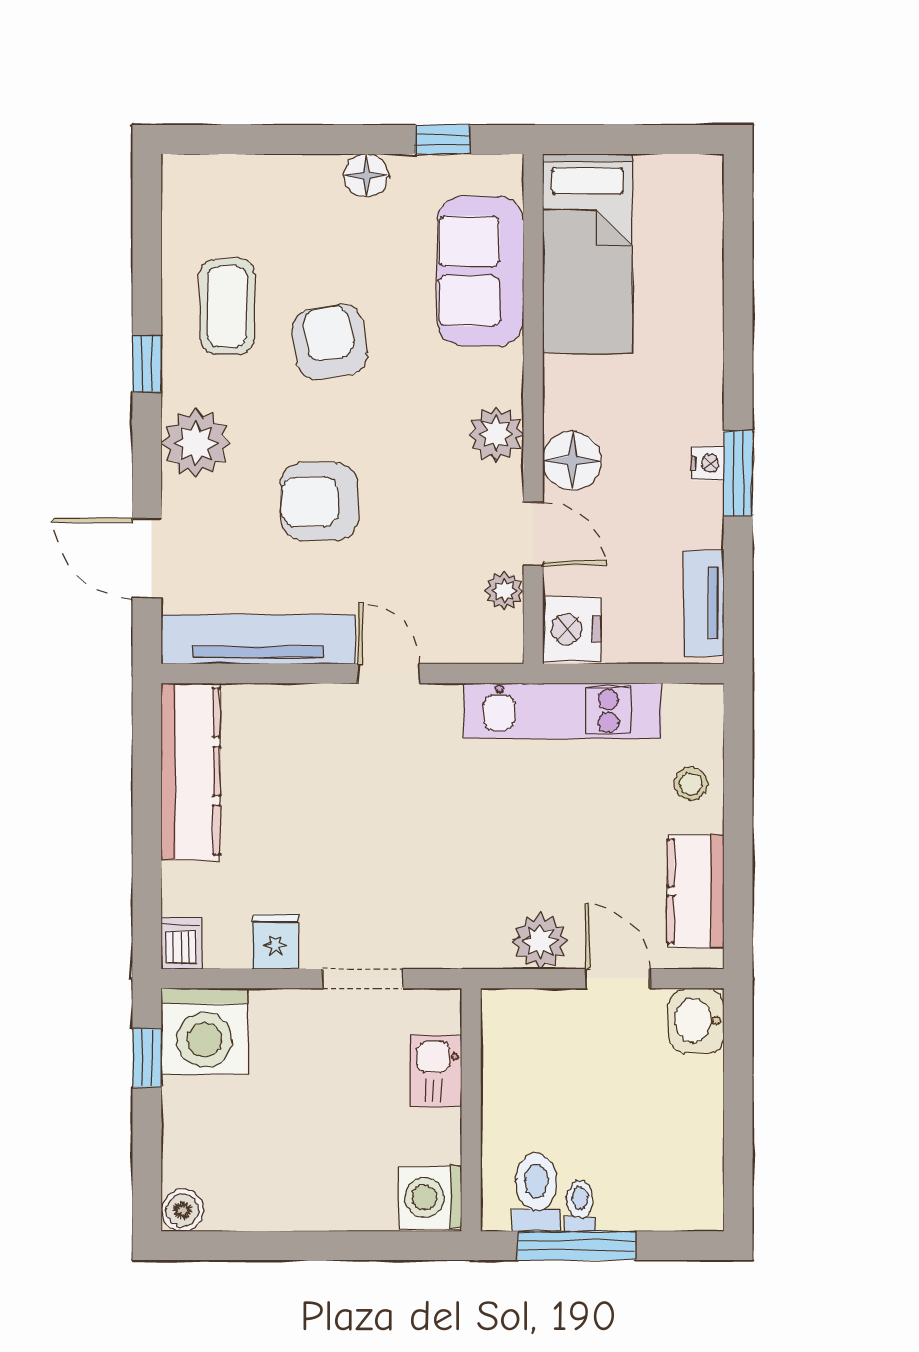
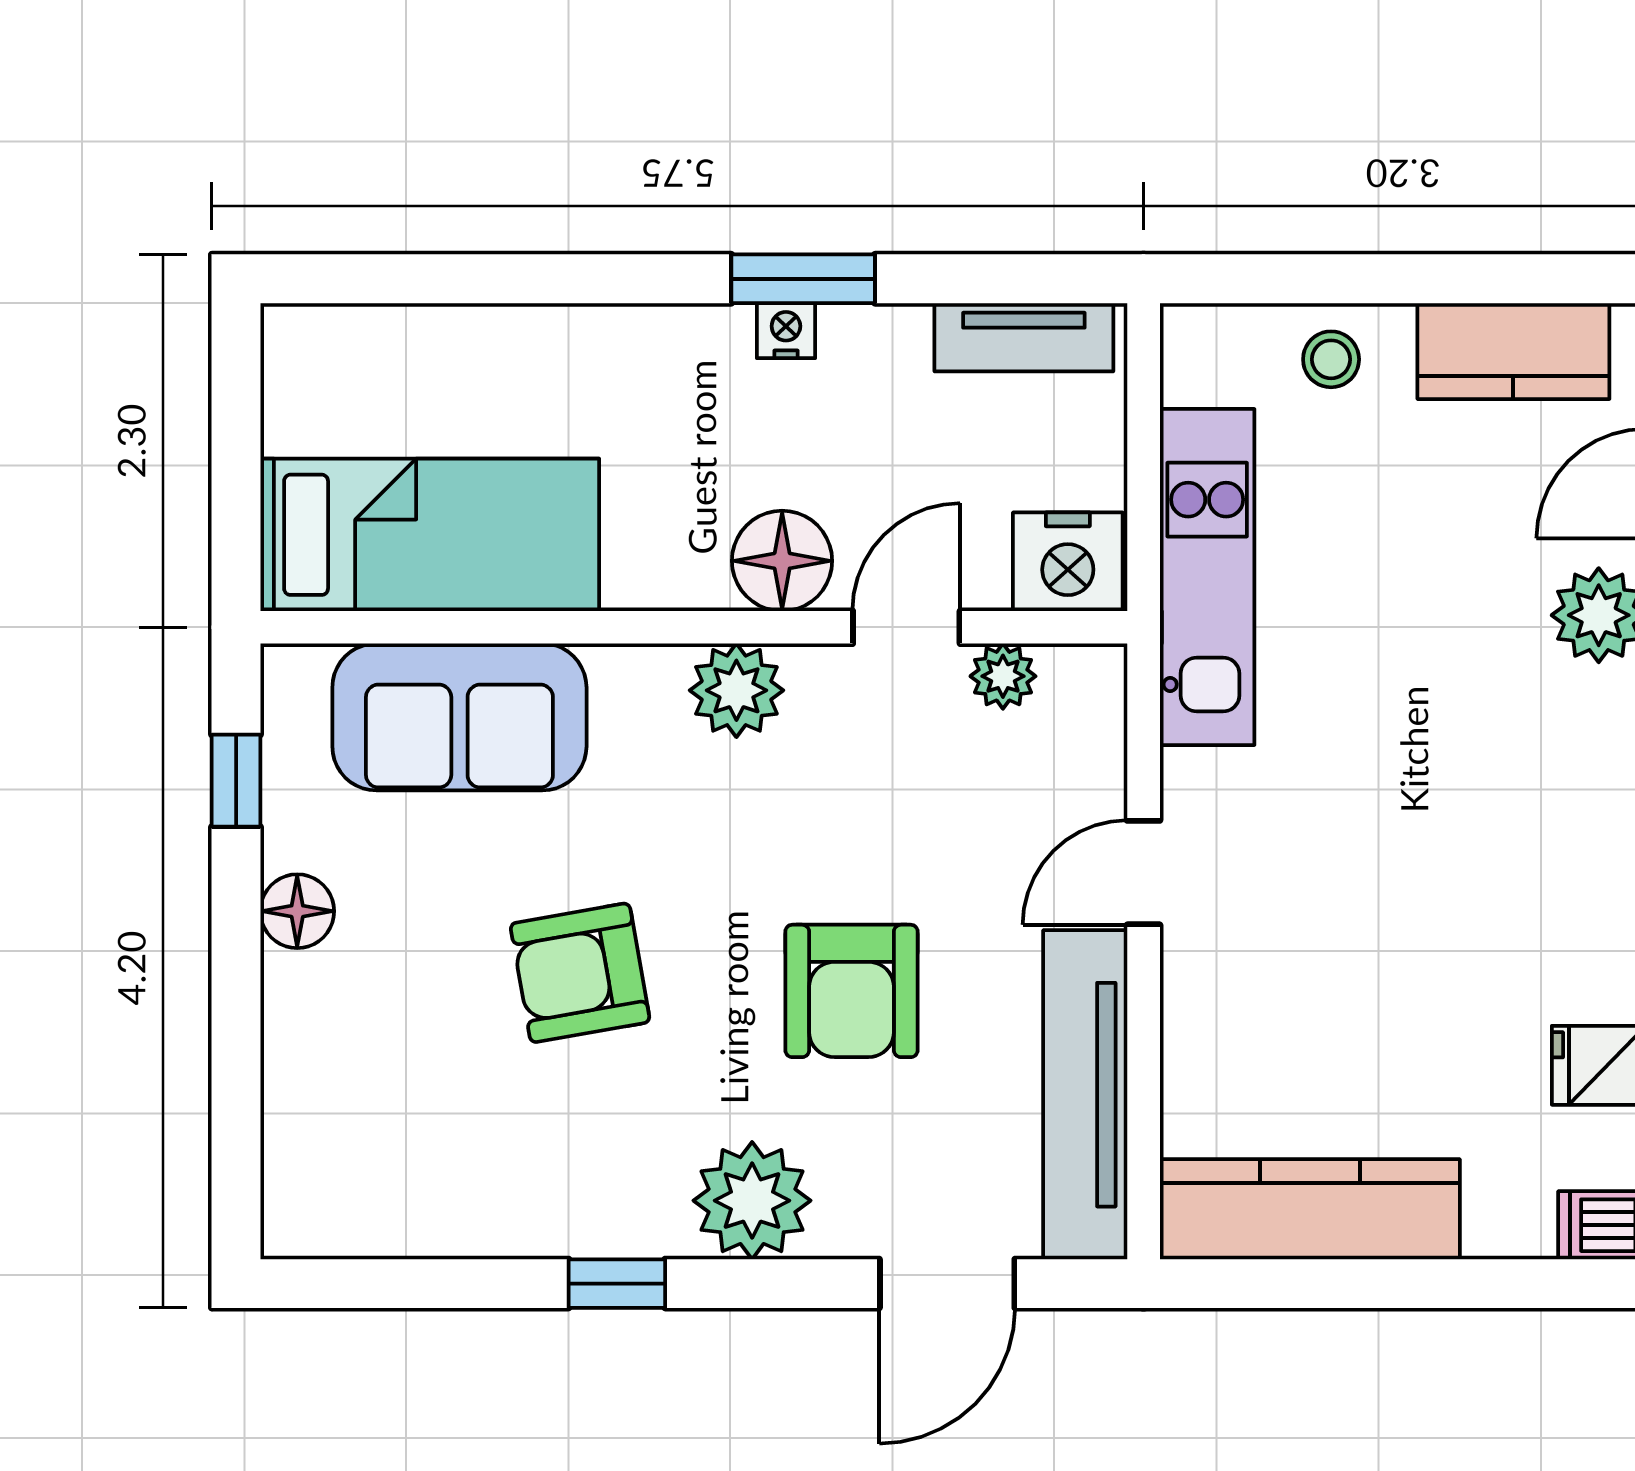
coffee table: (227, 307) -> (520, 1147), removed

